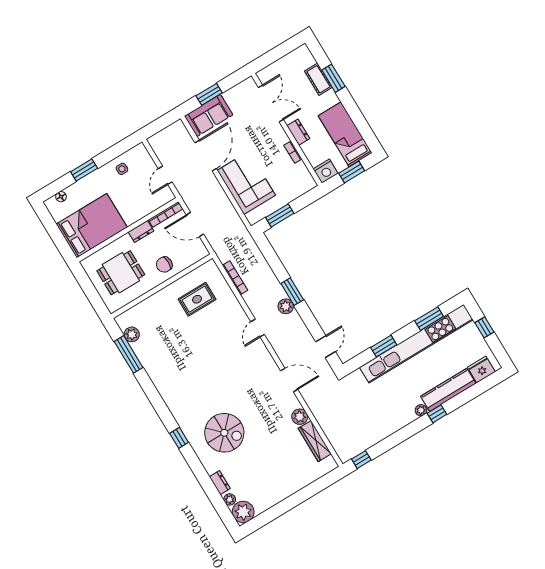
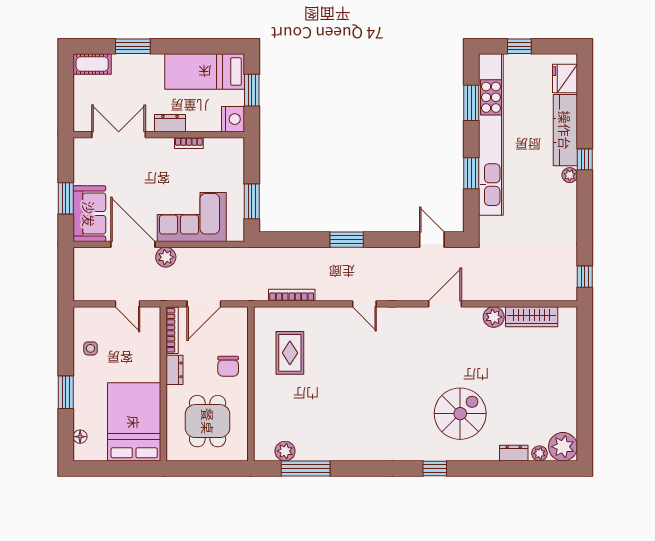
cot: (318, 79) -> (92, 64), moved
plant: (286, 306) -> (166, 257), moved

